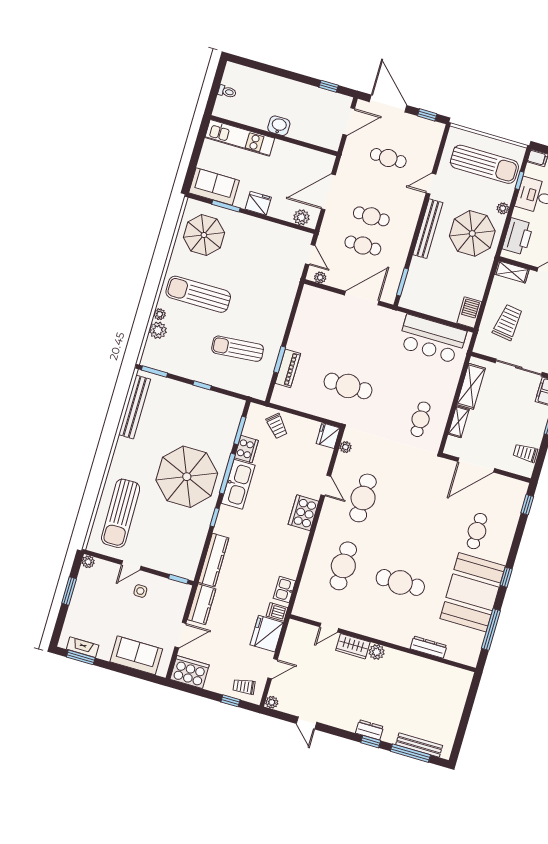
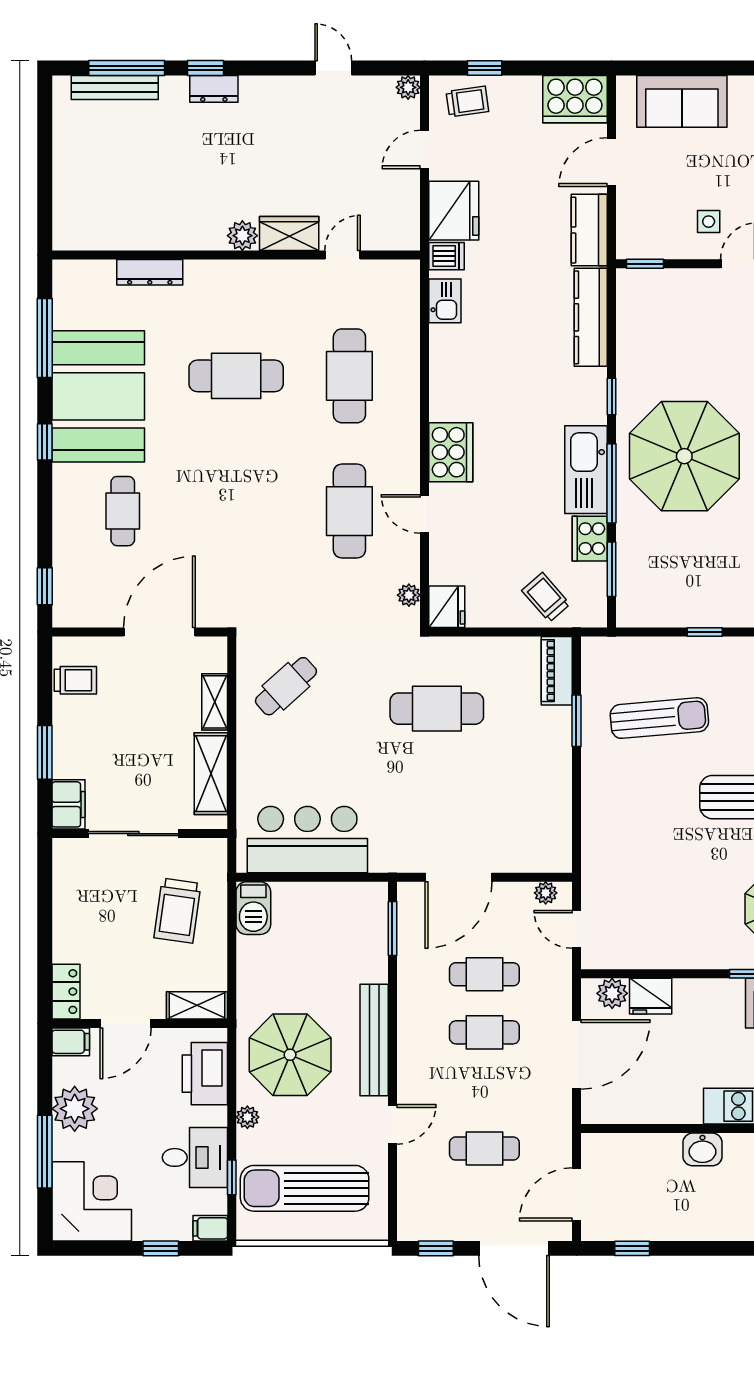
fridge: (258, 203) -> (651, 996), moved
piano: (288, 368) -> (557, 671), moved
cafe table: (421, 419) -> (286, 686), turned 48

